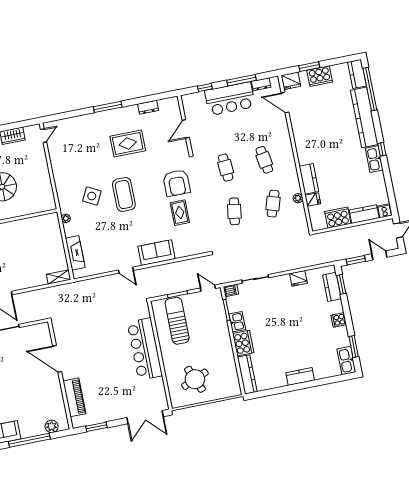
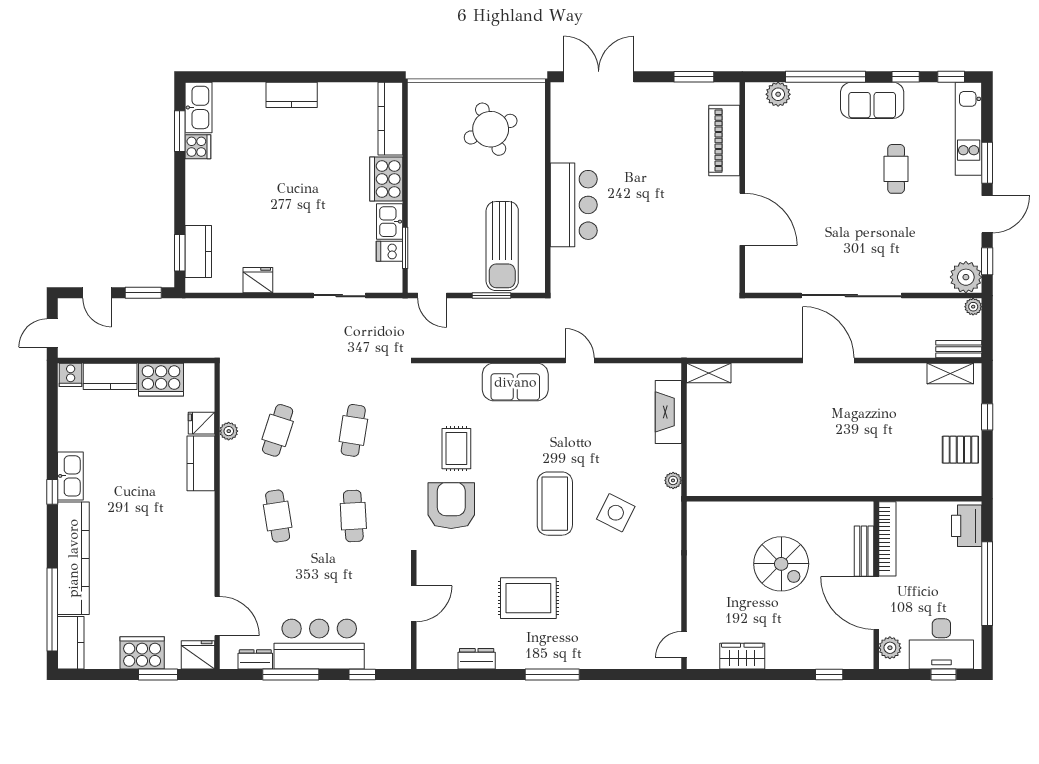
dishwasher: (231, 290) -> (390, 251), moved
cooker: (339, 320) -> (198, 147), moved
bar counter: (145, 349) -> (574, 205), width x0.73

